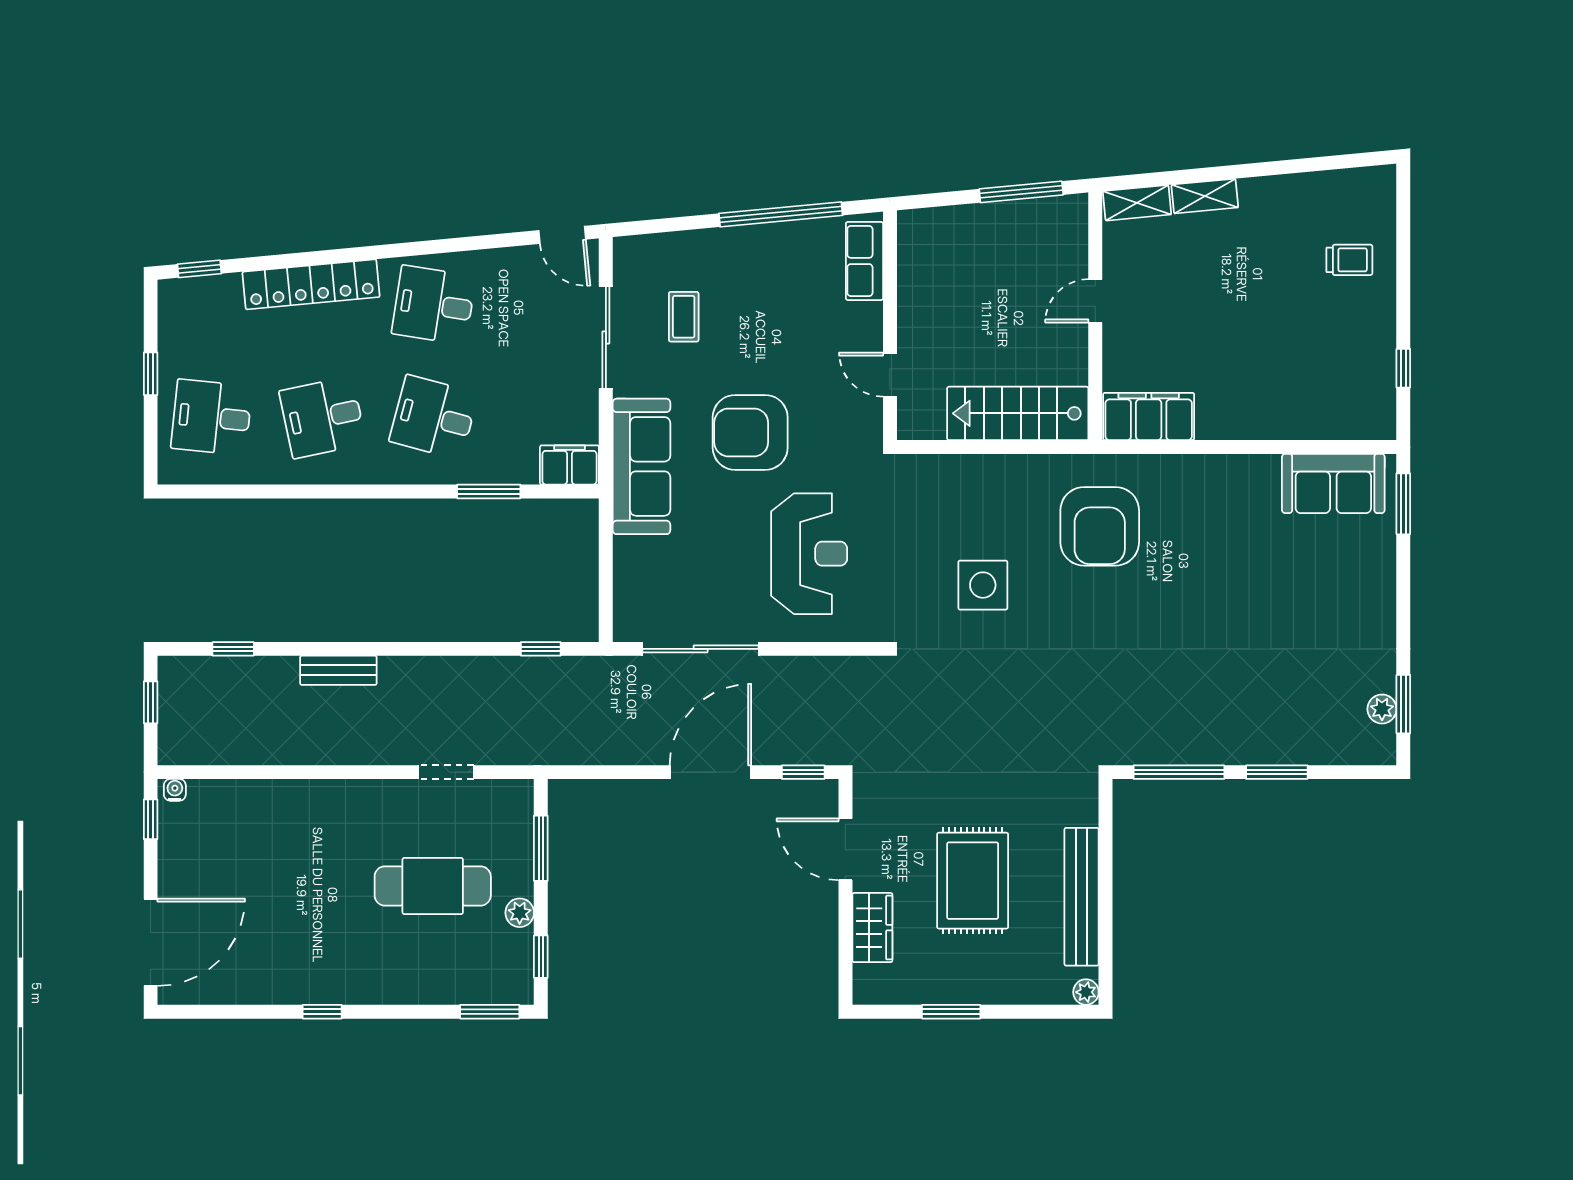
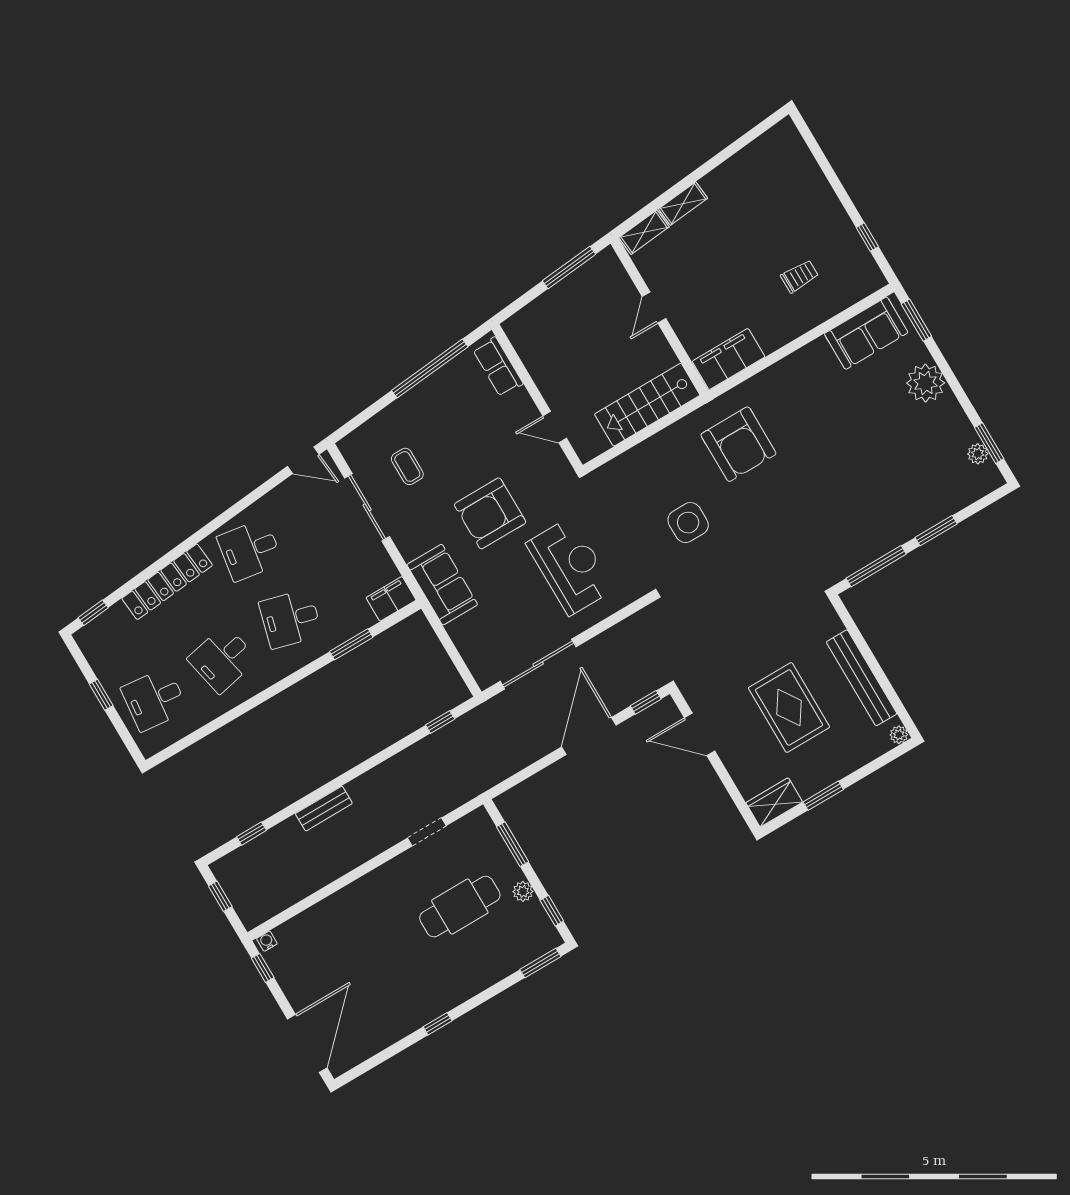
trolley: (1349, 260) -> (800, 276), moved
sofa: (641, 466) -> (442, 585), width x0.73
plant: (1369, 586) -> (926, 383), added
wardrobe: (872, 928) -> (774, 802), moved, turned -90

